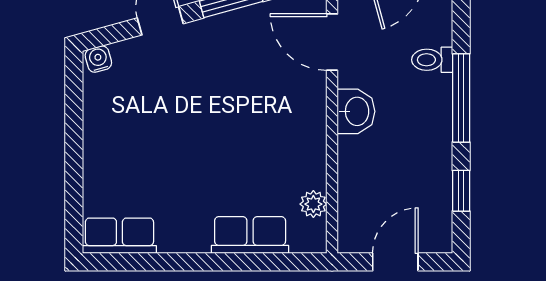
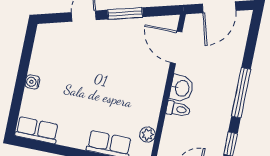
water cooler: (98, 59) -> (32, 82), moved, turned -75
toilet: (432, 60) -> (178, 109), moved, turned 180

